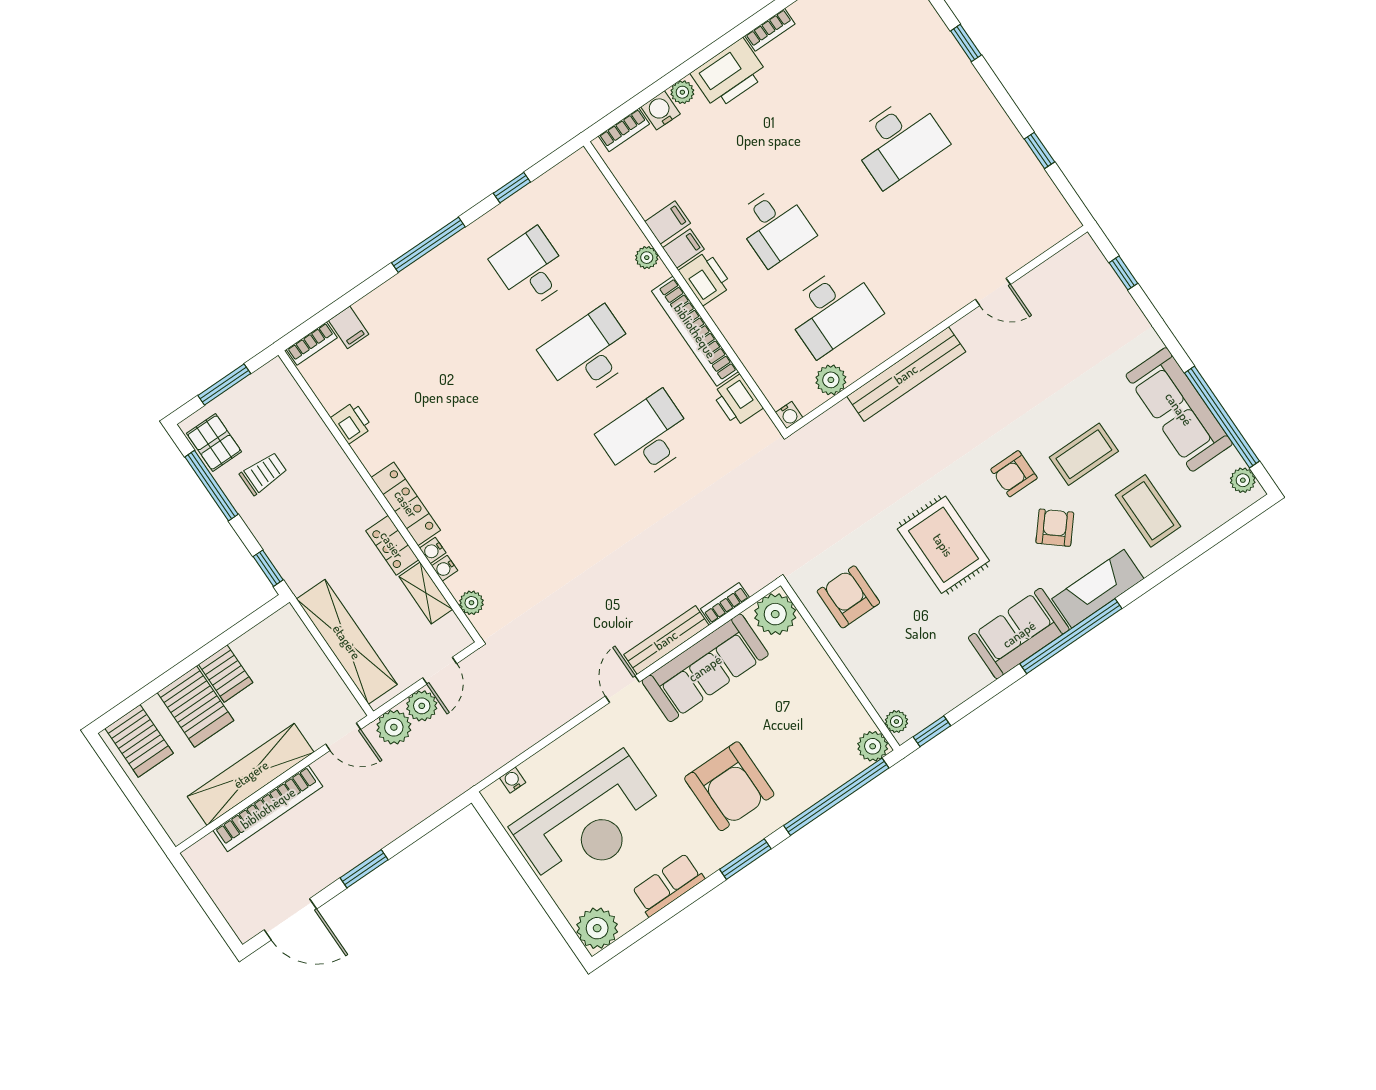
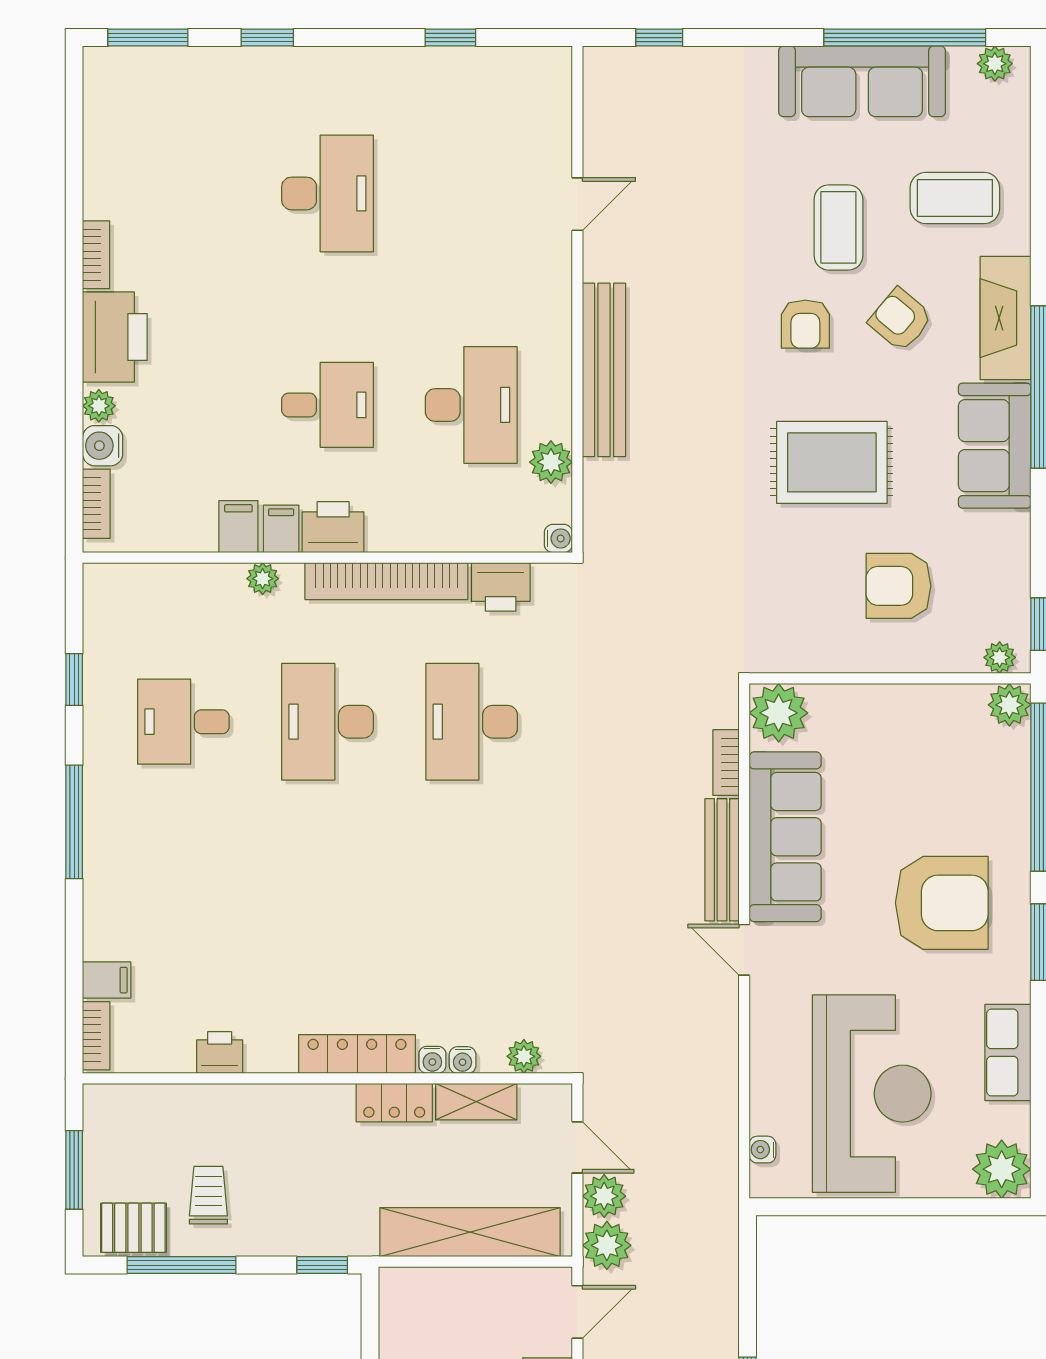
armchair: (848, 597) -> (898, 586), moved

